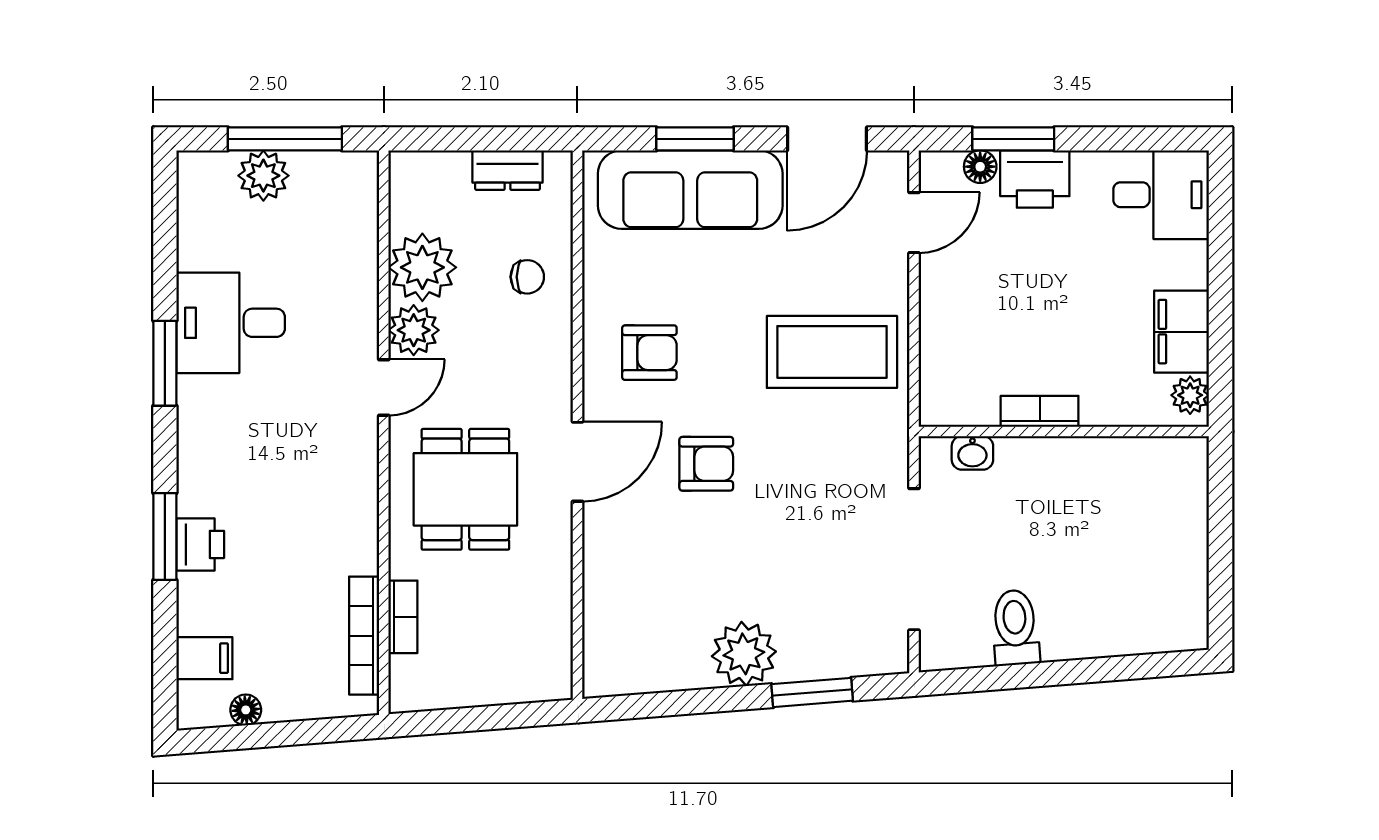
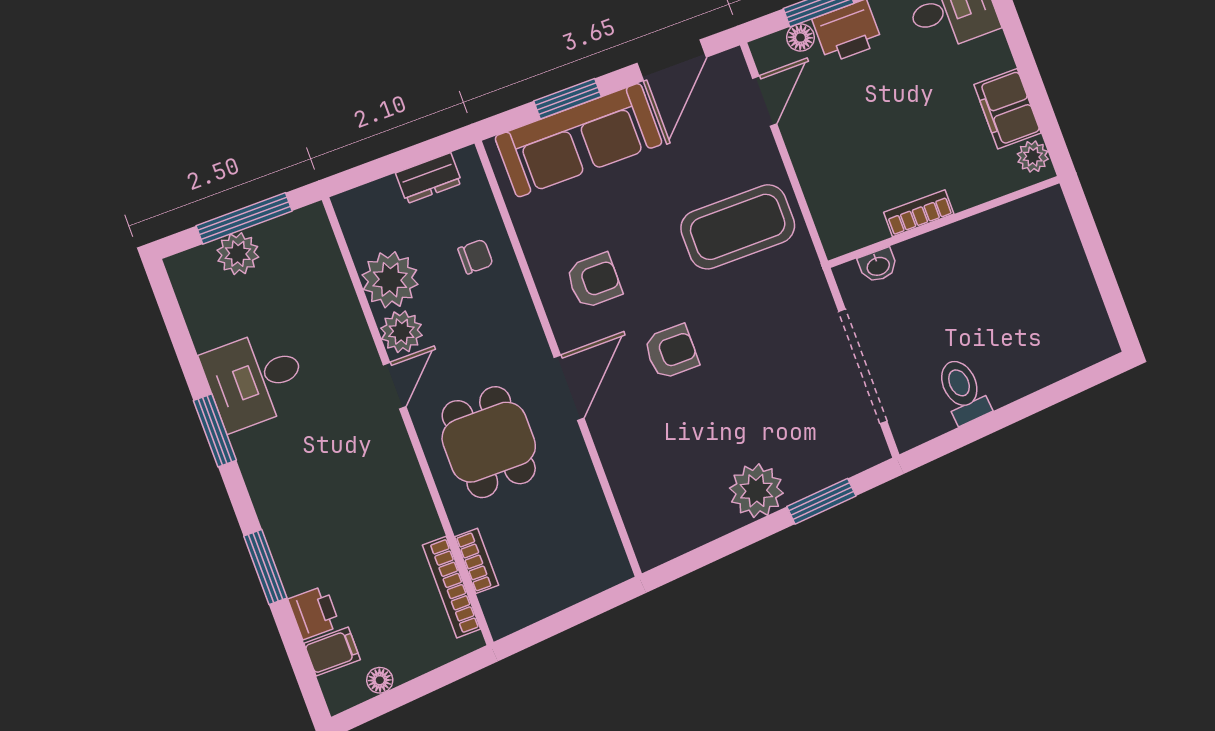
printer: (200, 544) -> (314, 613), moved

